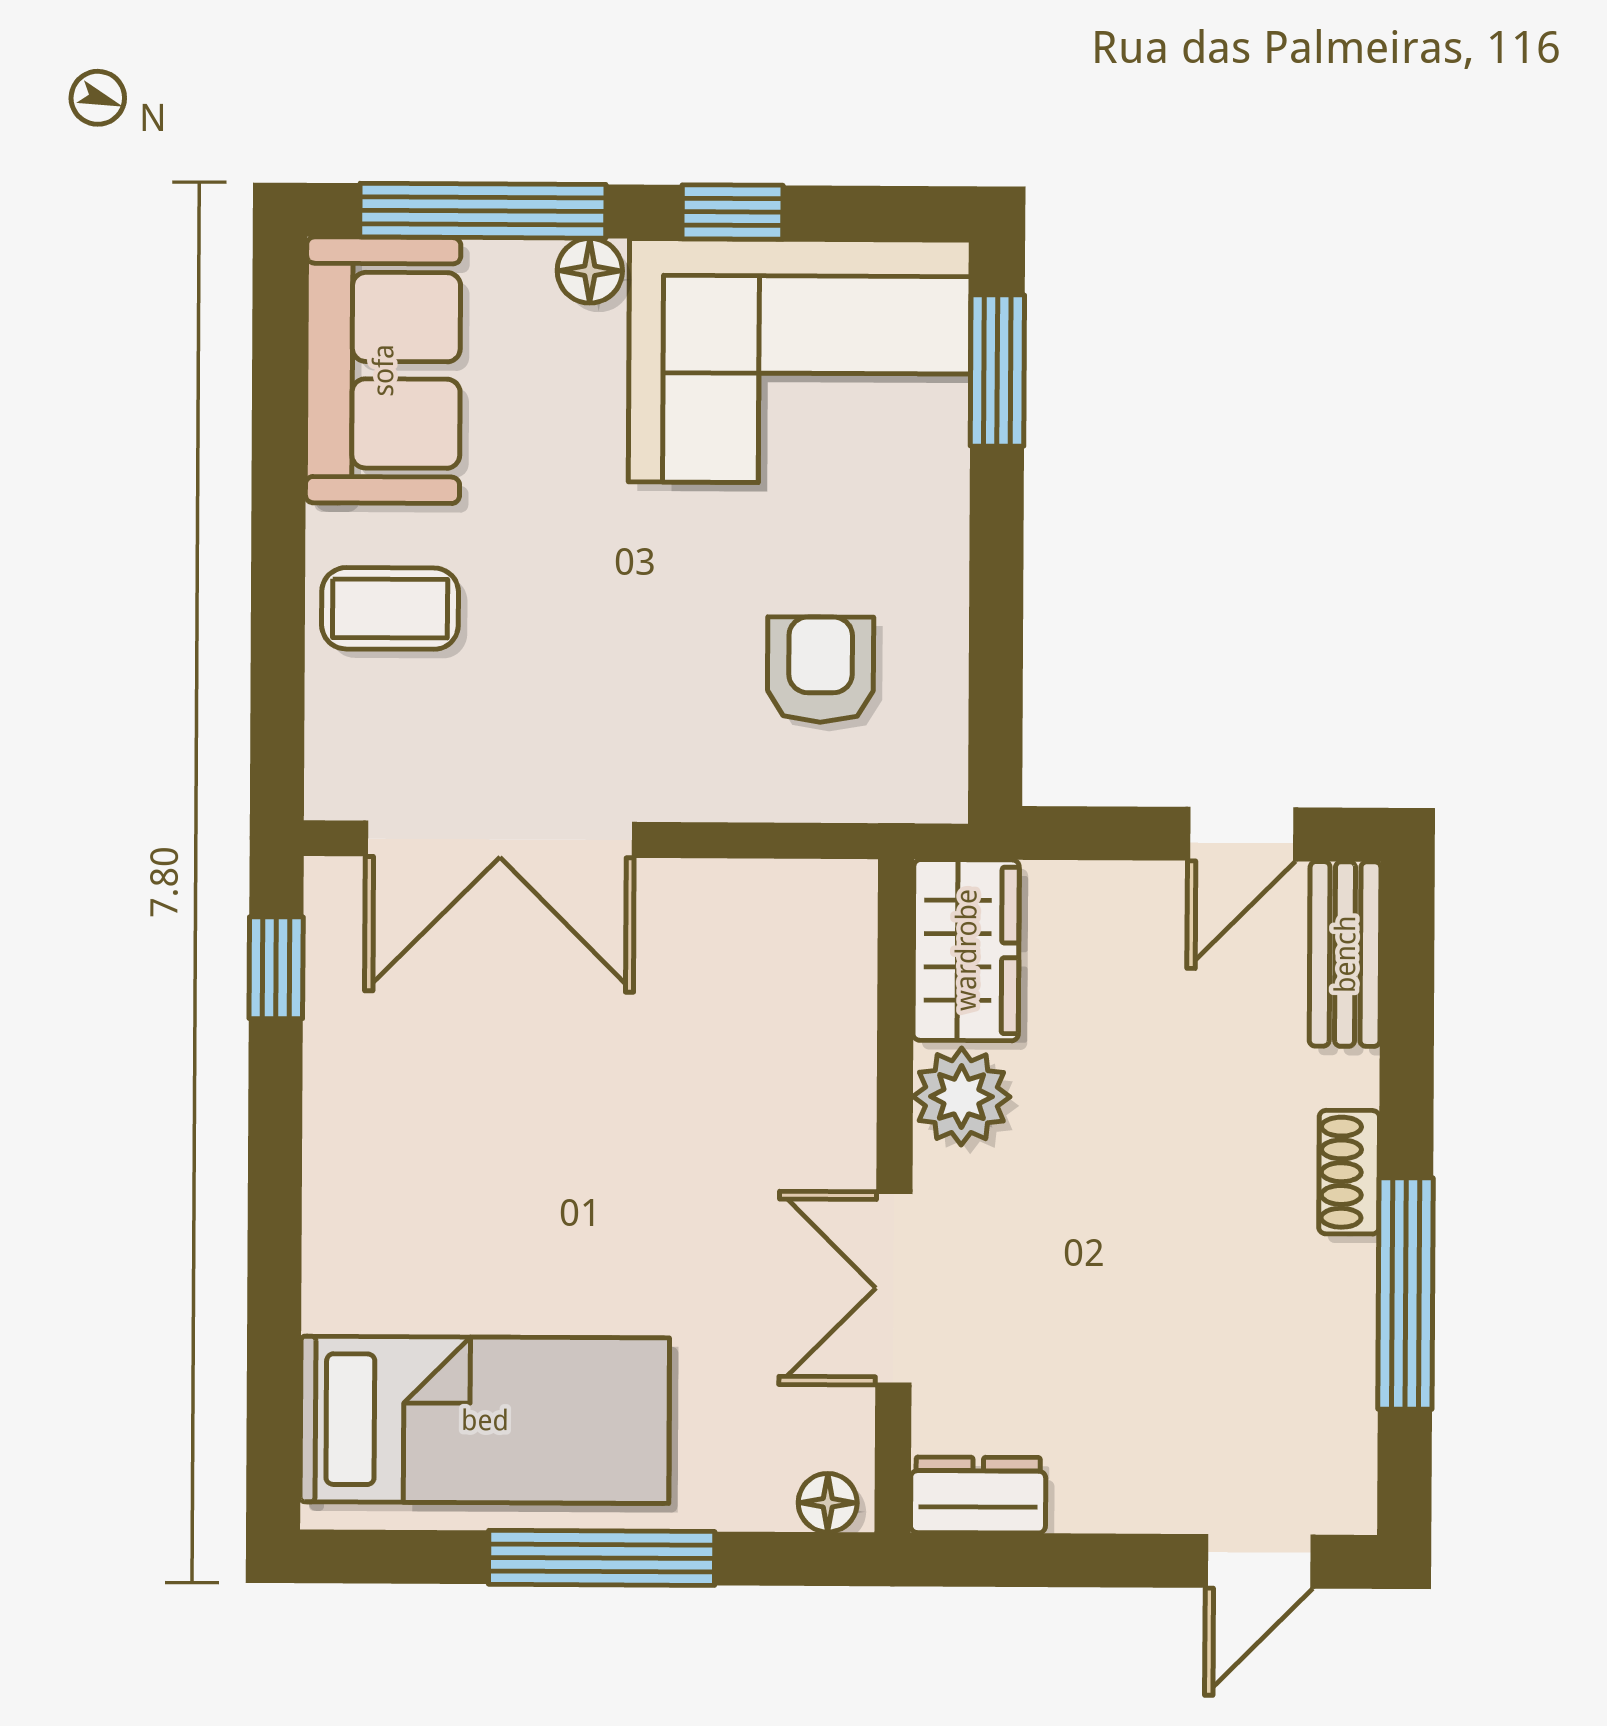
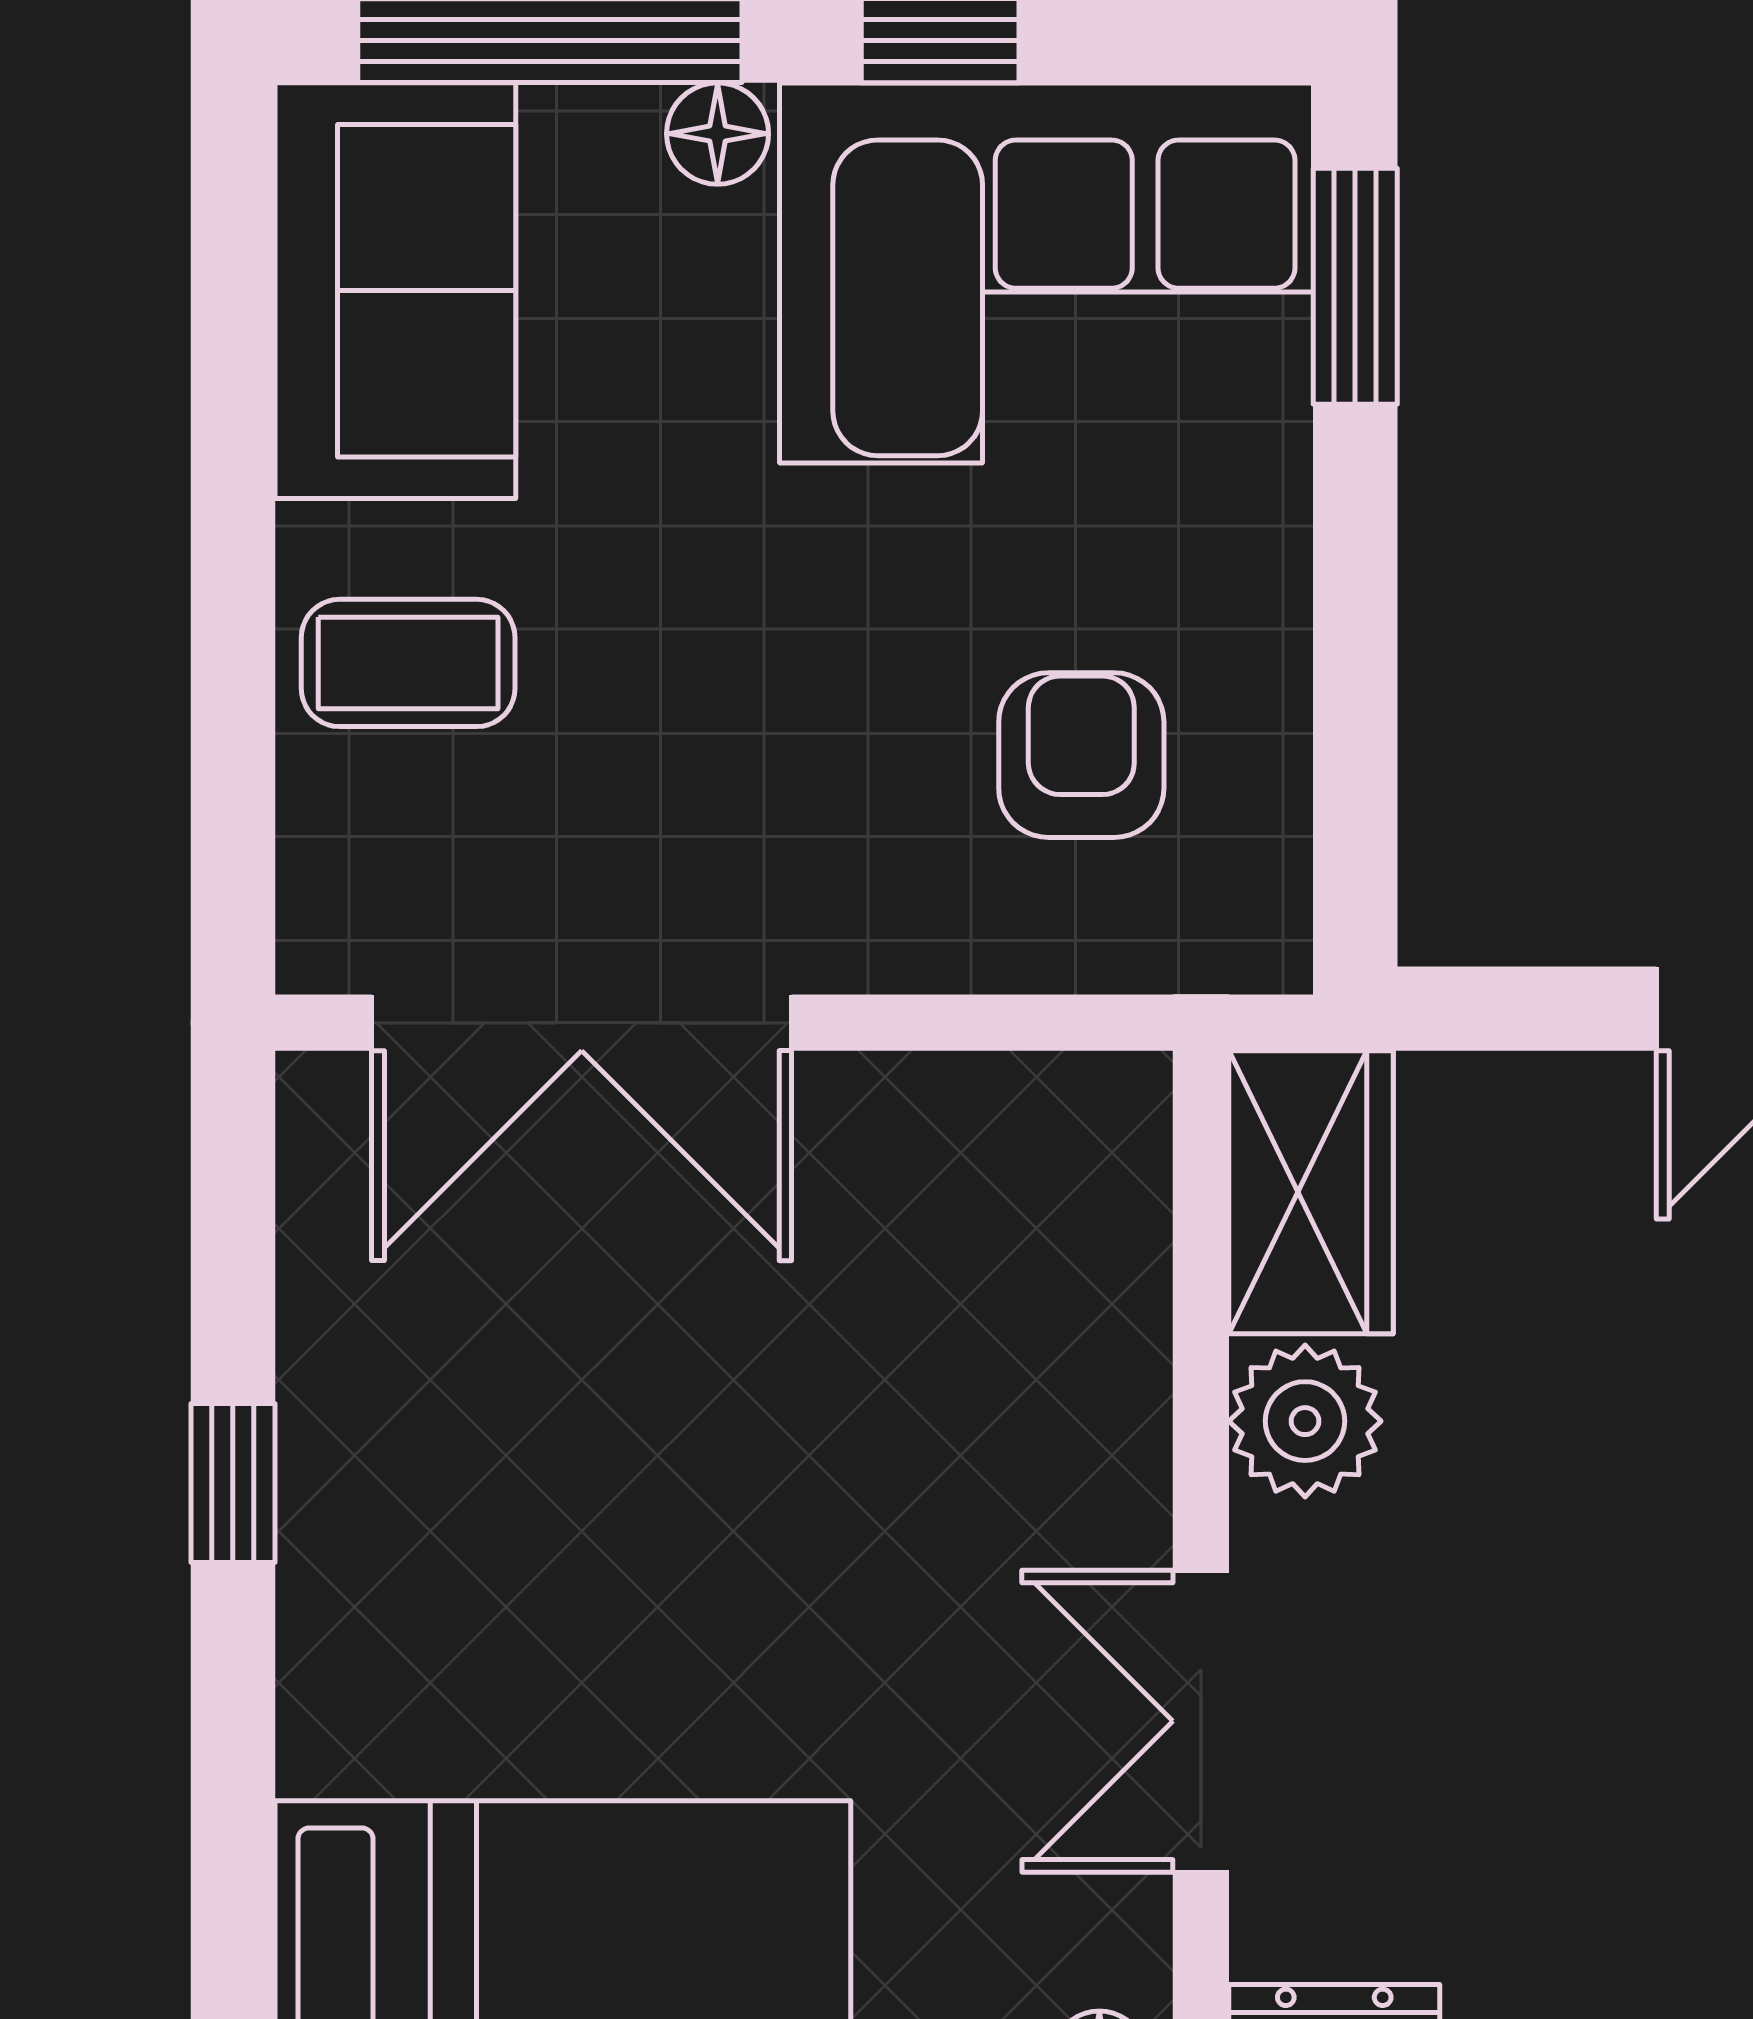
window: (276, 968) -> (233, 1483), moved

